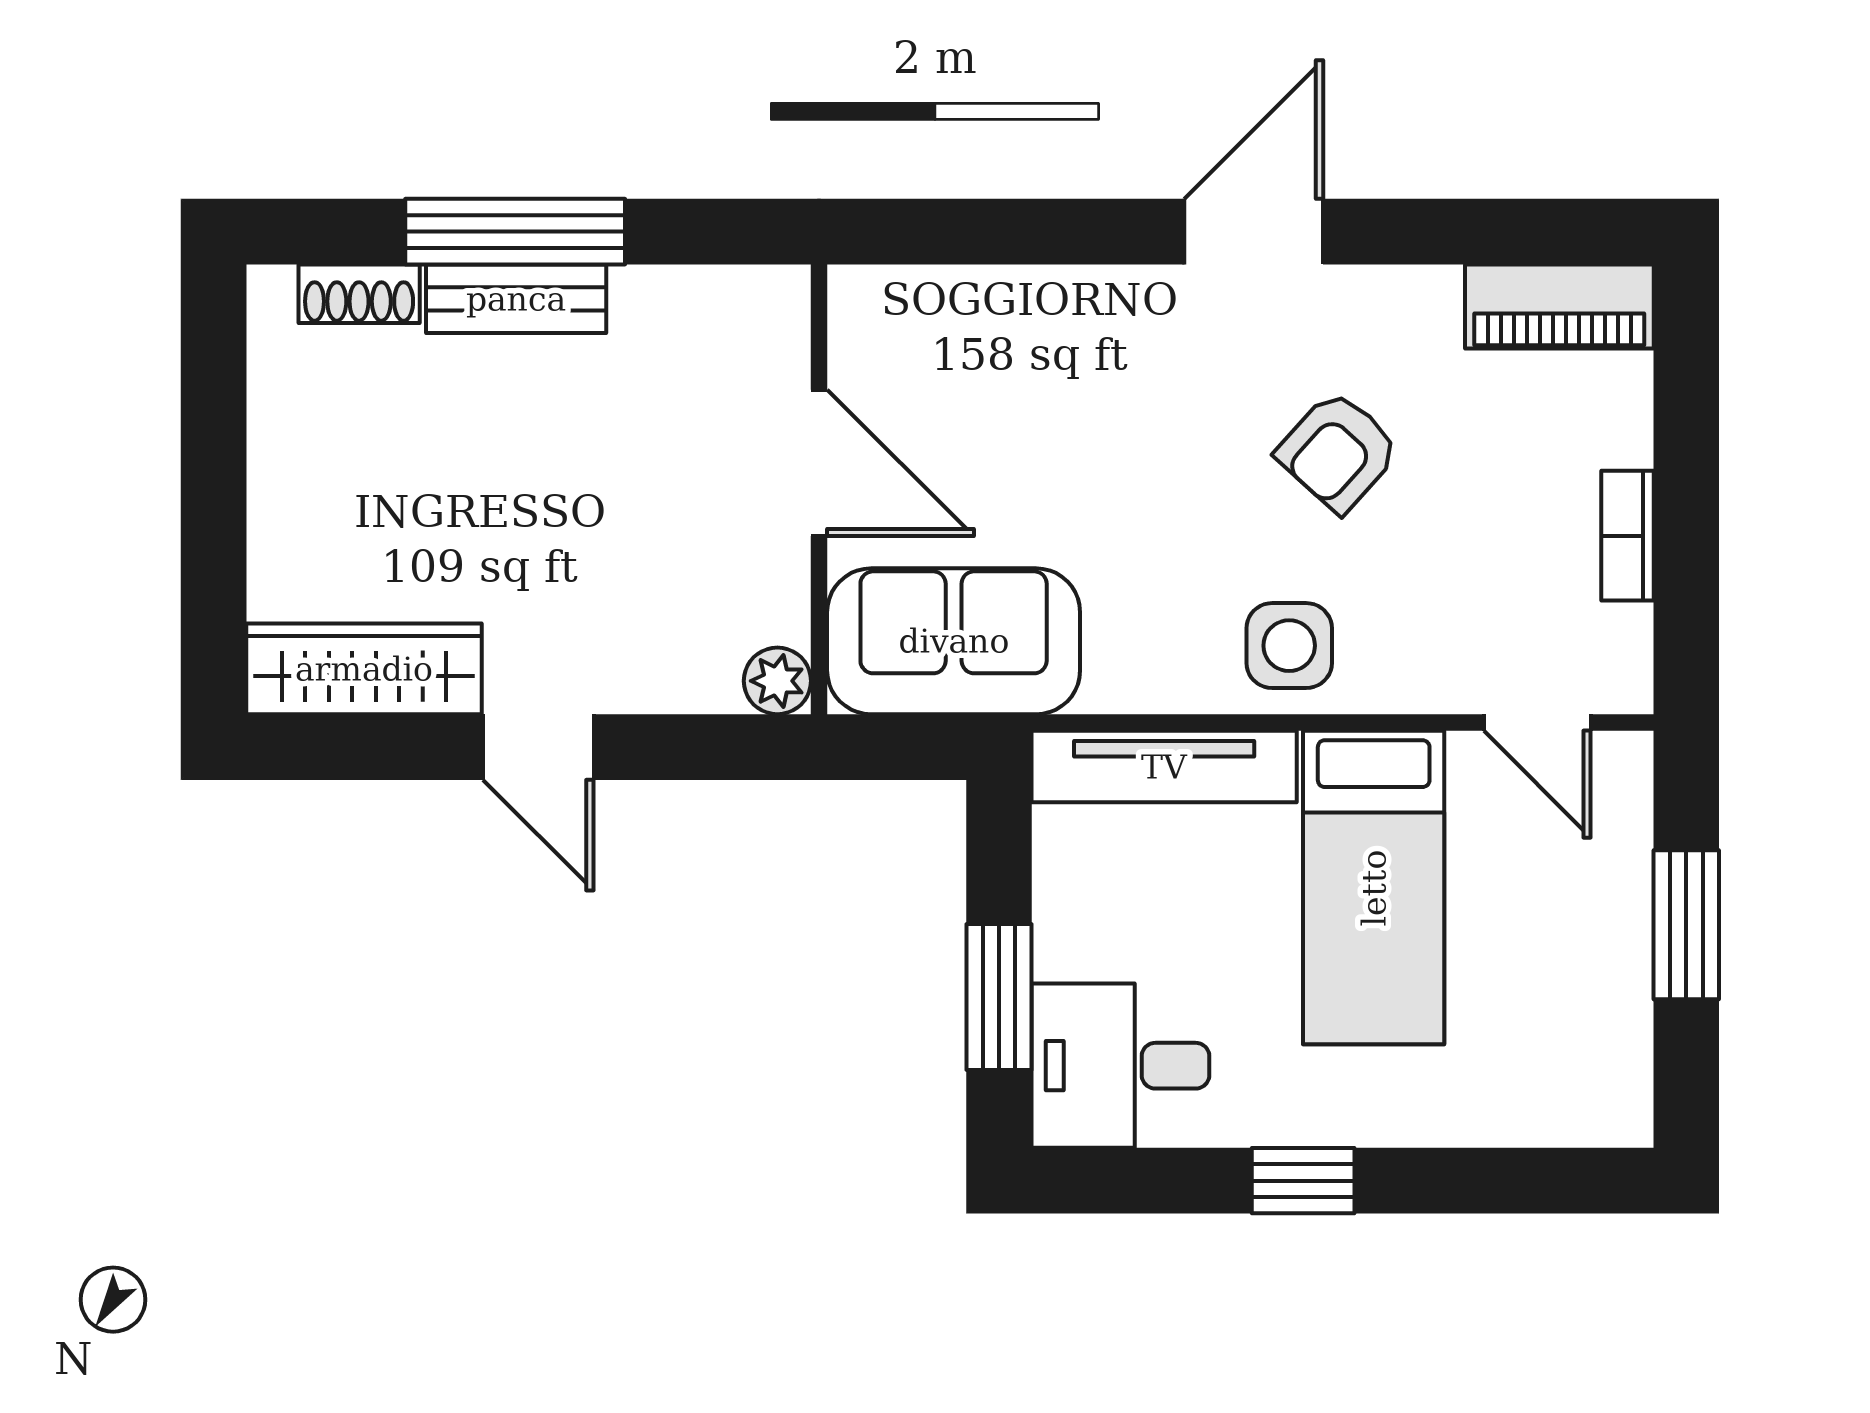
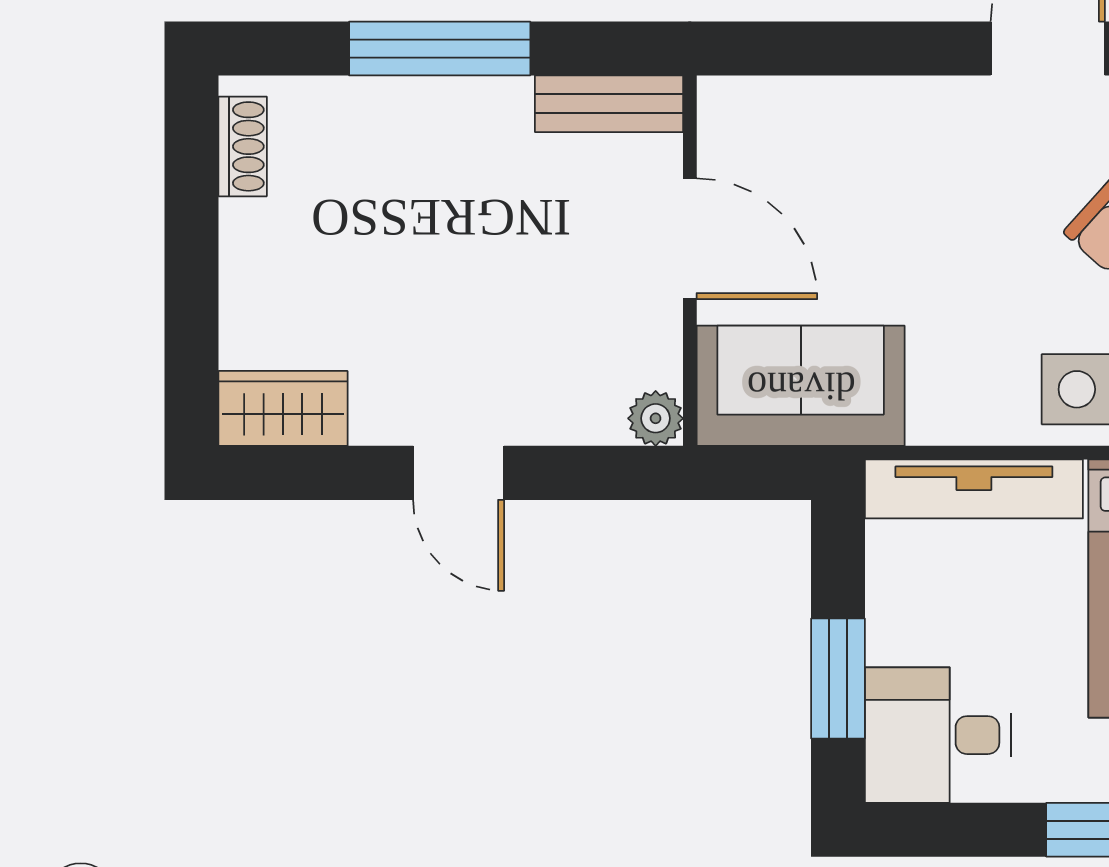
shoe rack: (359, 294) -> (243, 146), moved, turned -90
bench: (516, 299) -> (609, 104), moved
wardrobe: (364, 669) -> (283, 408), width x0.67

